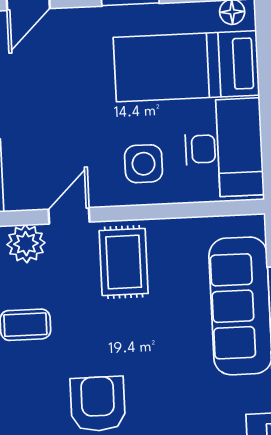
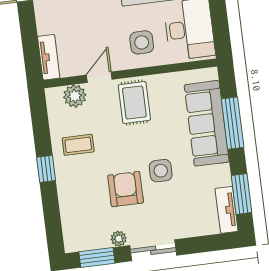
side table: (158, 378) -> (161, 171), added

